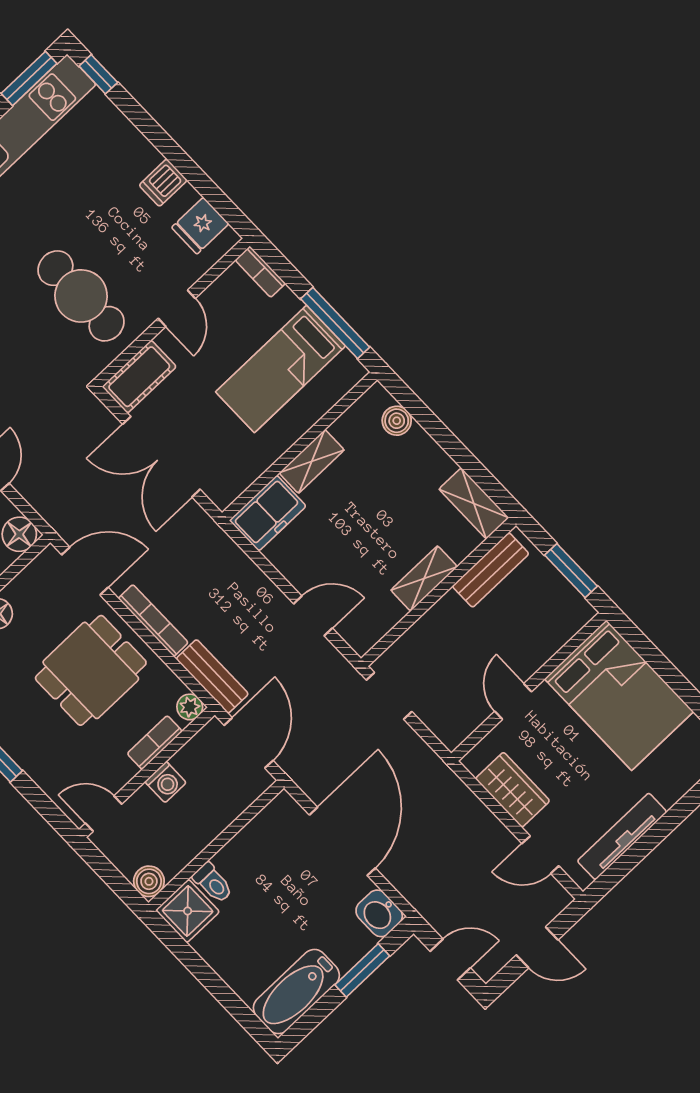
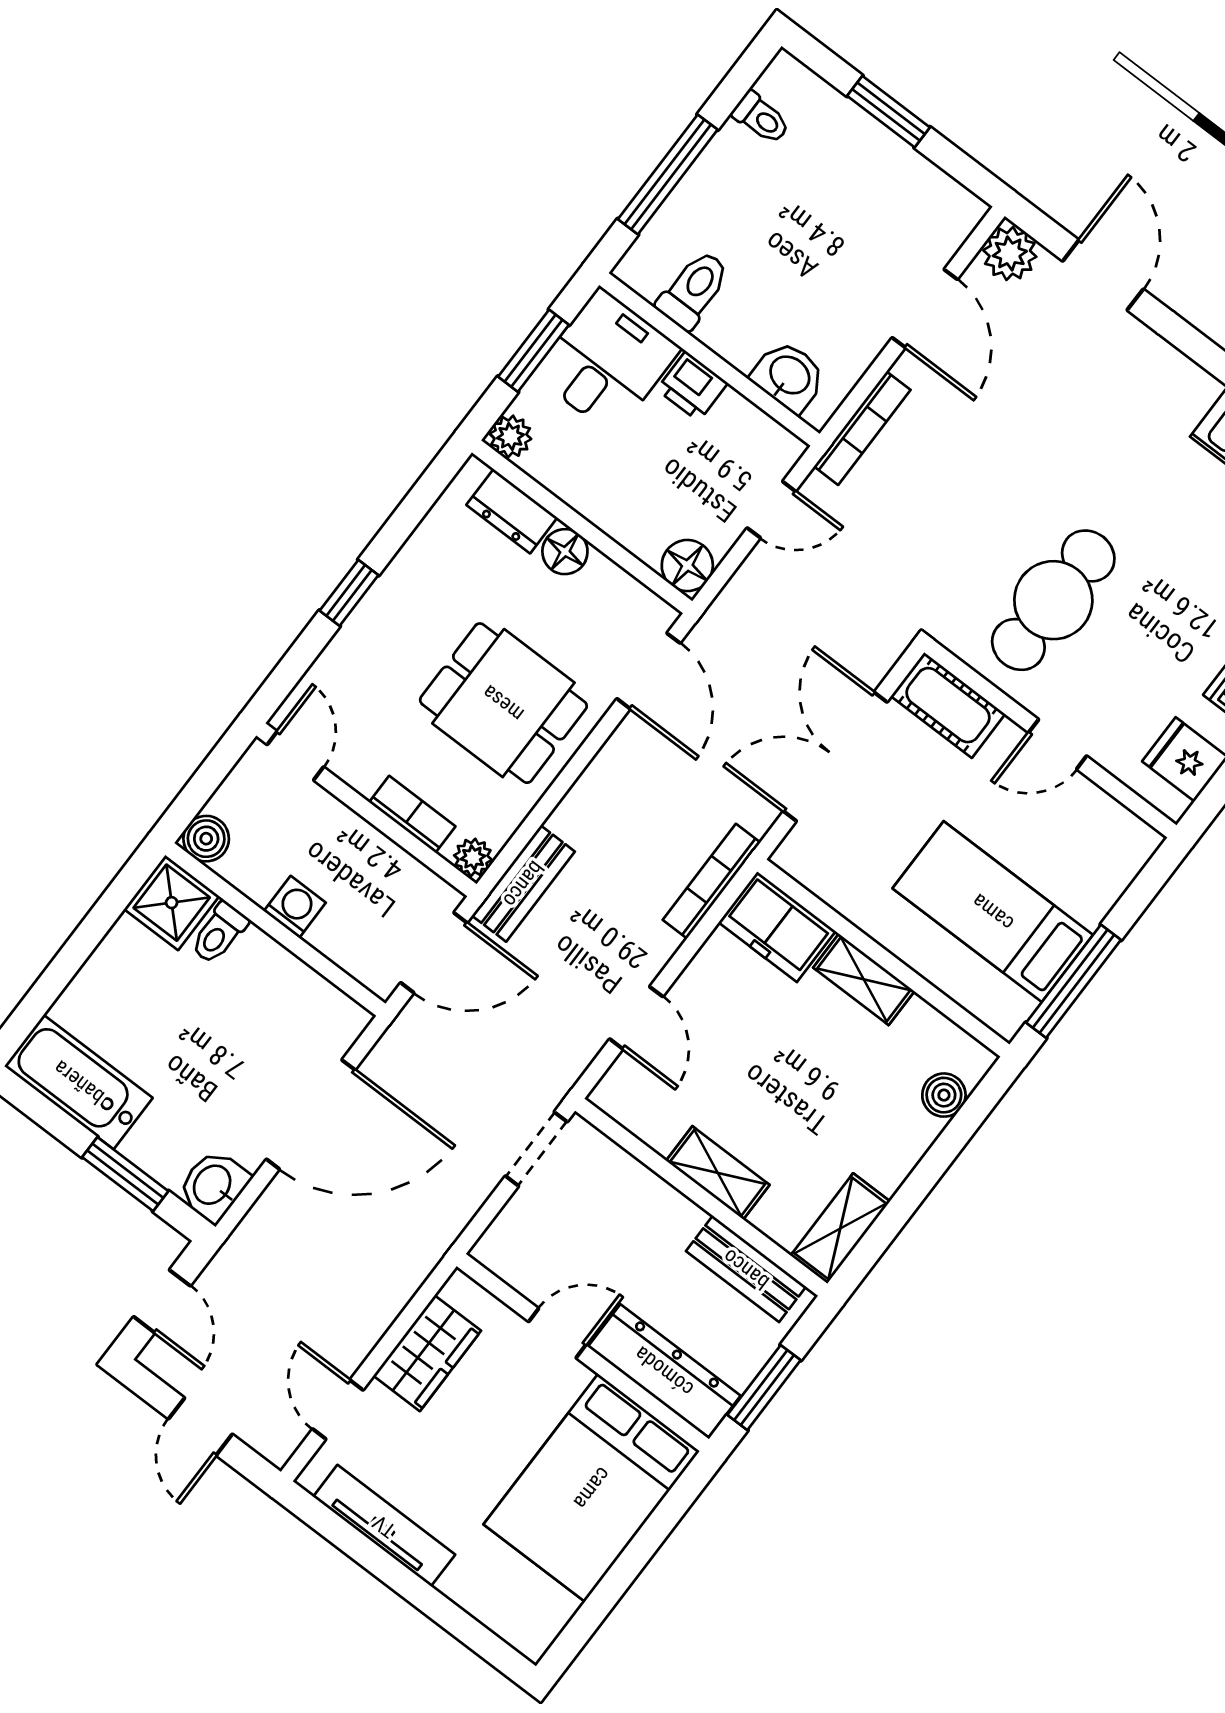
bookcase: (260, 272) -> (1131, 859), removed
bookcase: (153, 621) -> (711, 881), moved, turned 180
dresser: (550, 635) -> (664, 1371), added
washing machine: (166, 782) -> (295, 907), moved, turned 180

